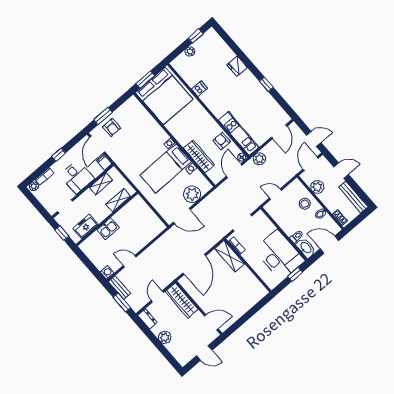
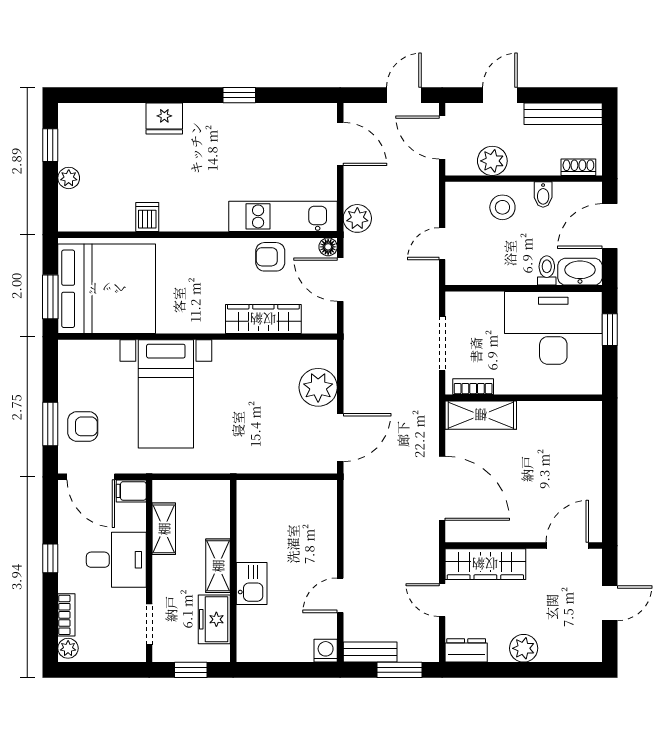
bed with nightstands: (166, 168) -> (166, 394), moved
shelving: (118, 200) -> (218, 566), moved

